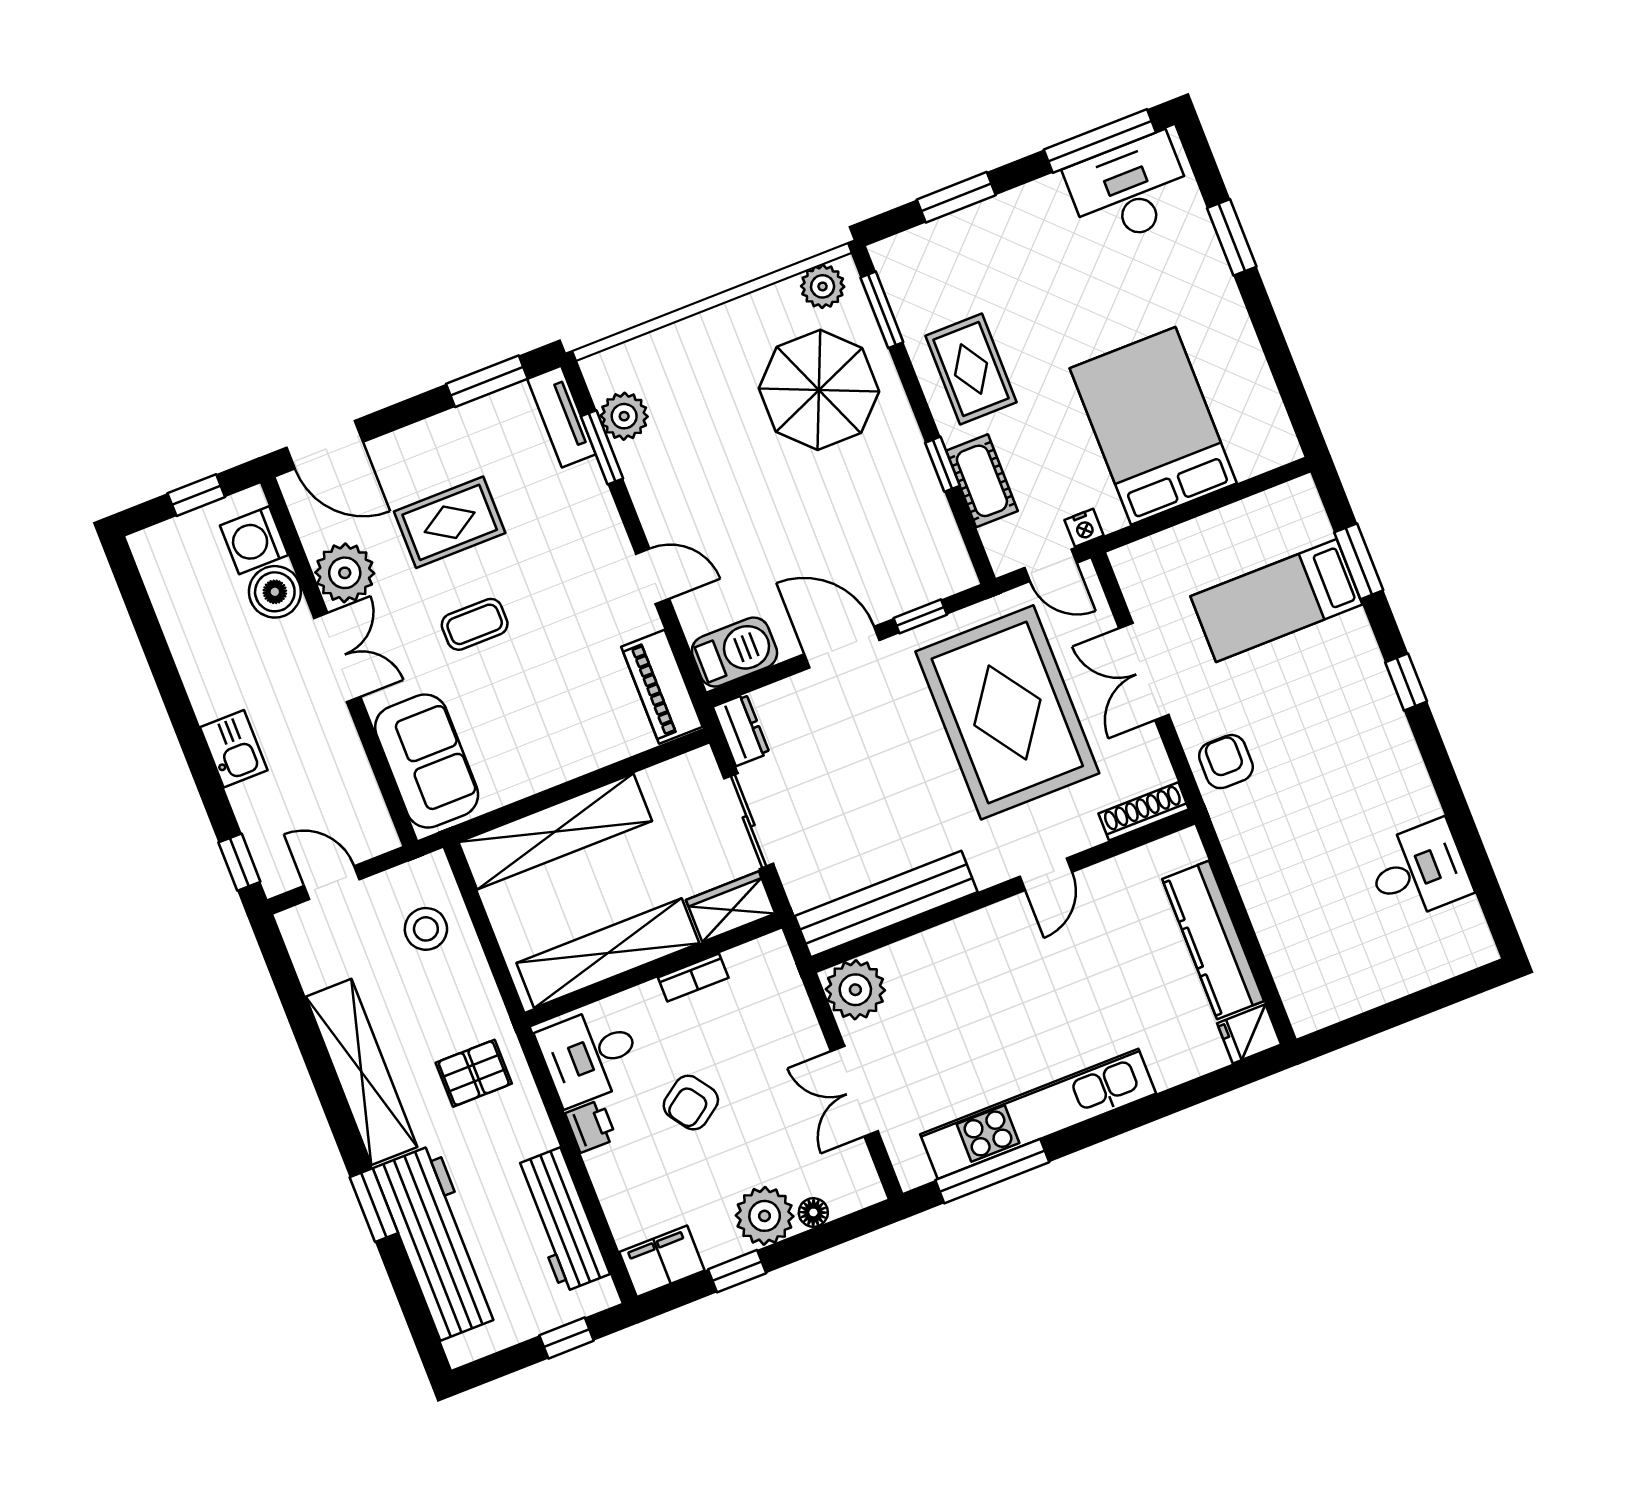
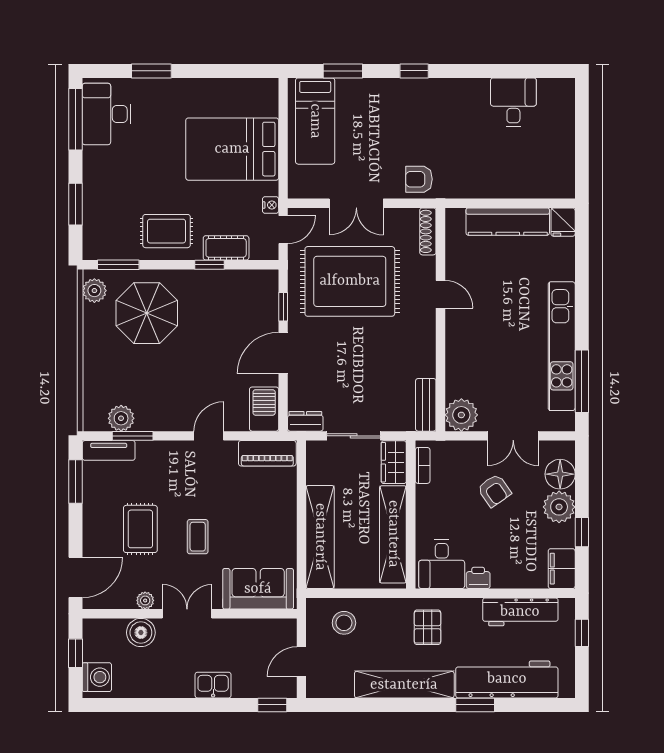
washing machine: (254, 540) -> (97, 677), moved, turned -90
plant: (345, 573) -> (145, 600), width x0.53, depth x0.53
bed: (1276, 600) -> (315, 121), moved
bench: (886, 904) -> (426, 405), width x0.54, depth x0.82
bookcase: (693, 978) -> (423, 465), moved
armchair: (691, 1103) -> (494, 491), moved
floor lamp: (813, 1212) -> (560, 474), width x1.89, depth x1.89

